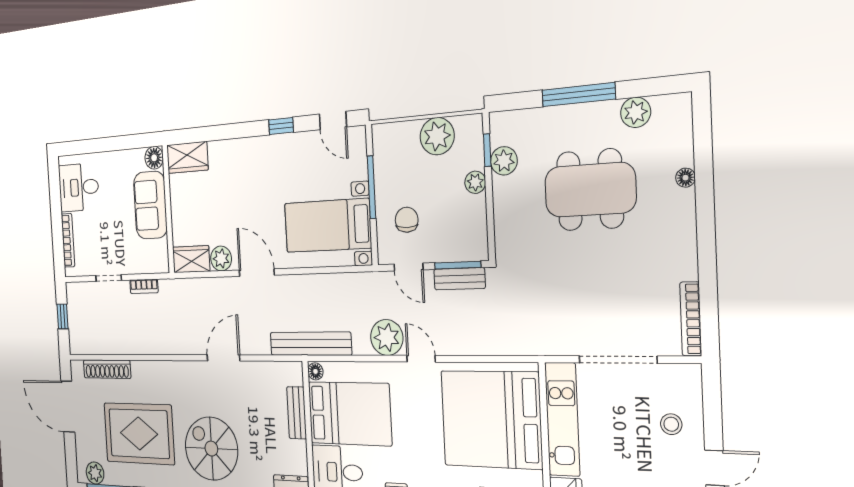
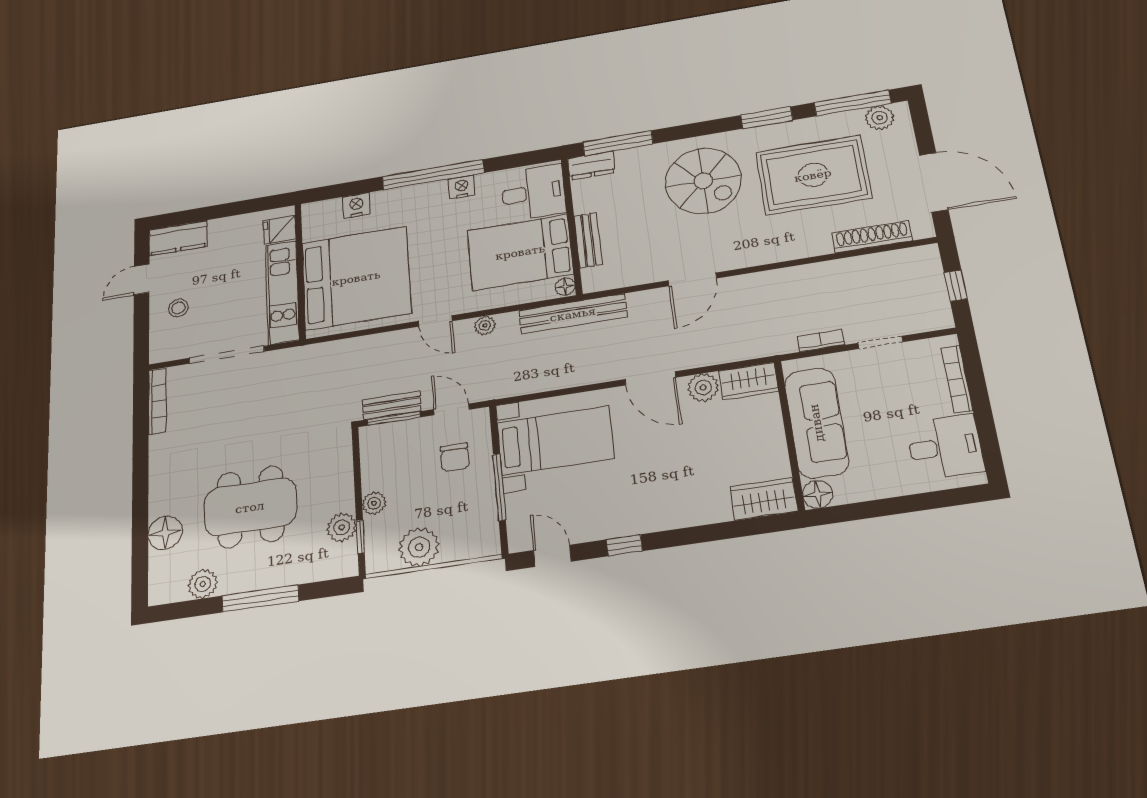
floor lamp: (685, 178) -> (165, 533), width x1.89, depth x1.89
sofa: (150, 205) -> (816, 423), width x1.36
plant: (387, 337) -> (485, 325), width x0.53, depth x0.53

